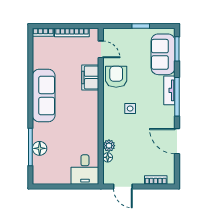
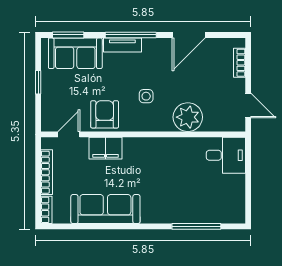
armchair: (116, 77) -> (105, 114), turned 90
sofa: (44, 95) -> (105, 209), moved
plant: (109, 146) -> (188, 117), width x1.88, depth x1.88
floor lamp: (40, 148) -> (198, 215), removed
floor lamp: (108, 157) -> (210, 126), removed
door: (123, 187) -> (248, 106), hinge flipped

